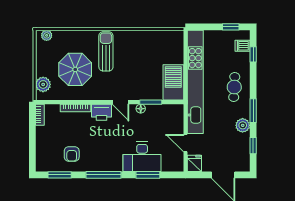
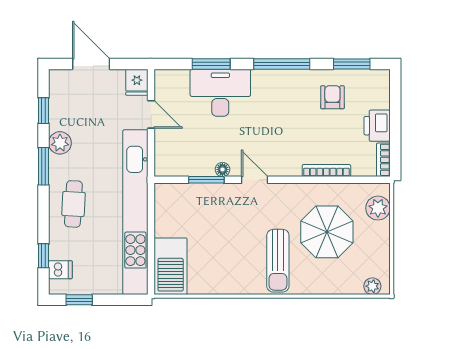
barbecue: (173, 82) -> (171, 266), moved
printer: (101, 112) -> (377, 126), moved, turned -90

